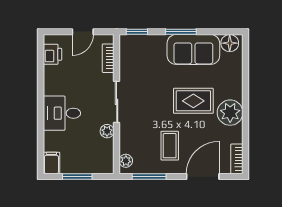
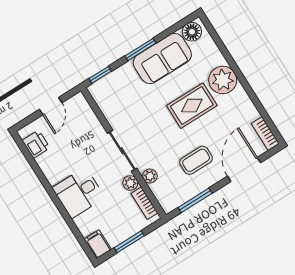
bookcase: (108, 58) -> (144, 203), moved
plant: (230, 113) -> (223, 80), moved
coffee table: (170, 146) -> (196, 160), turned 90
plant: (126, 161) -> (150, 176), moved

